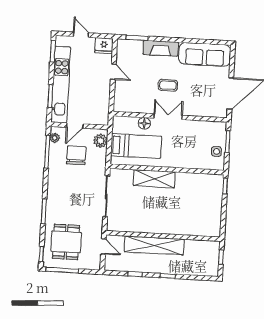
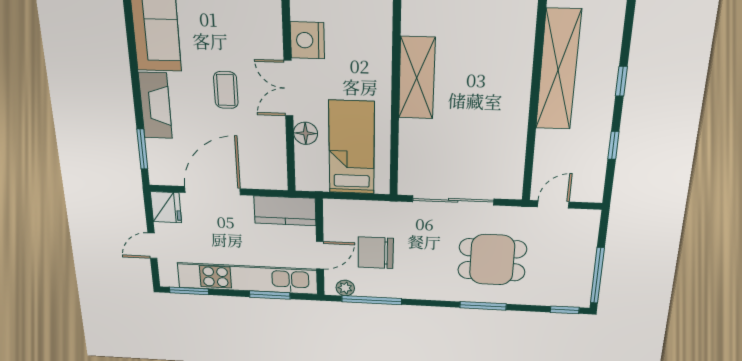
door: (113, 72) -> (212, 191), width x1.87
kitchen counter: (101, 109) -> (285, 211), added
door: (75, 126) -> (320, 255), hinge flipped
nightstand: (192, 128) -> (307, 40), added
plant: (101, 141) -> (345, 212), removed
shelving: (154, 179) -> (417, 78), moved
dining table: (66, 242) -> (492, 260), moved
shelving: (154, 245) -> (558, 70), moved

